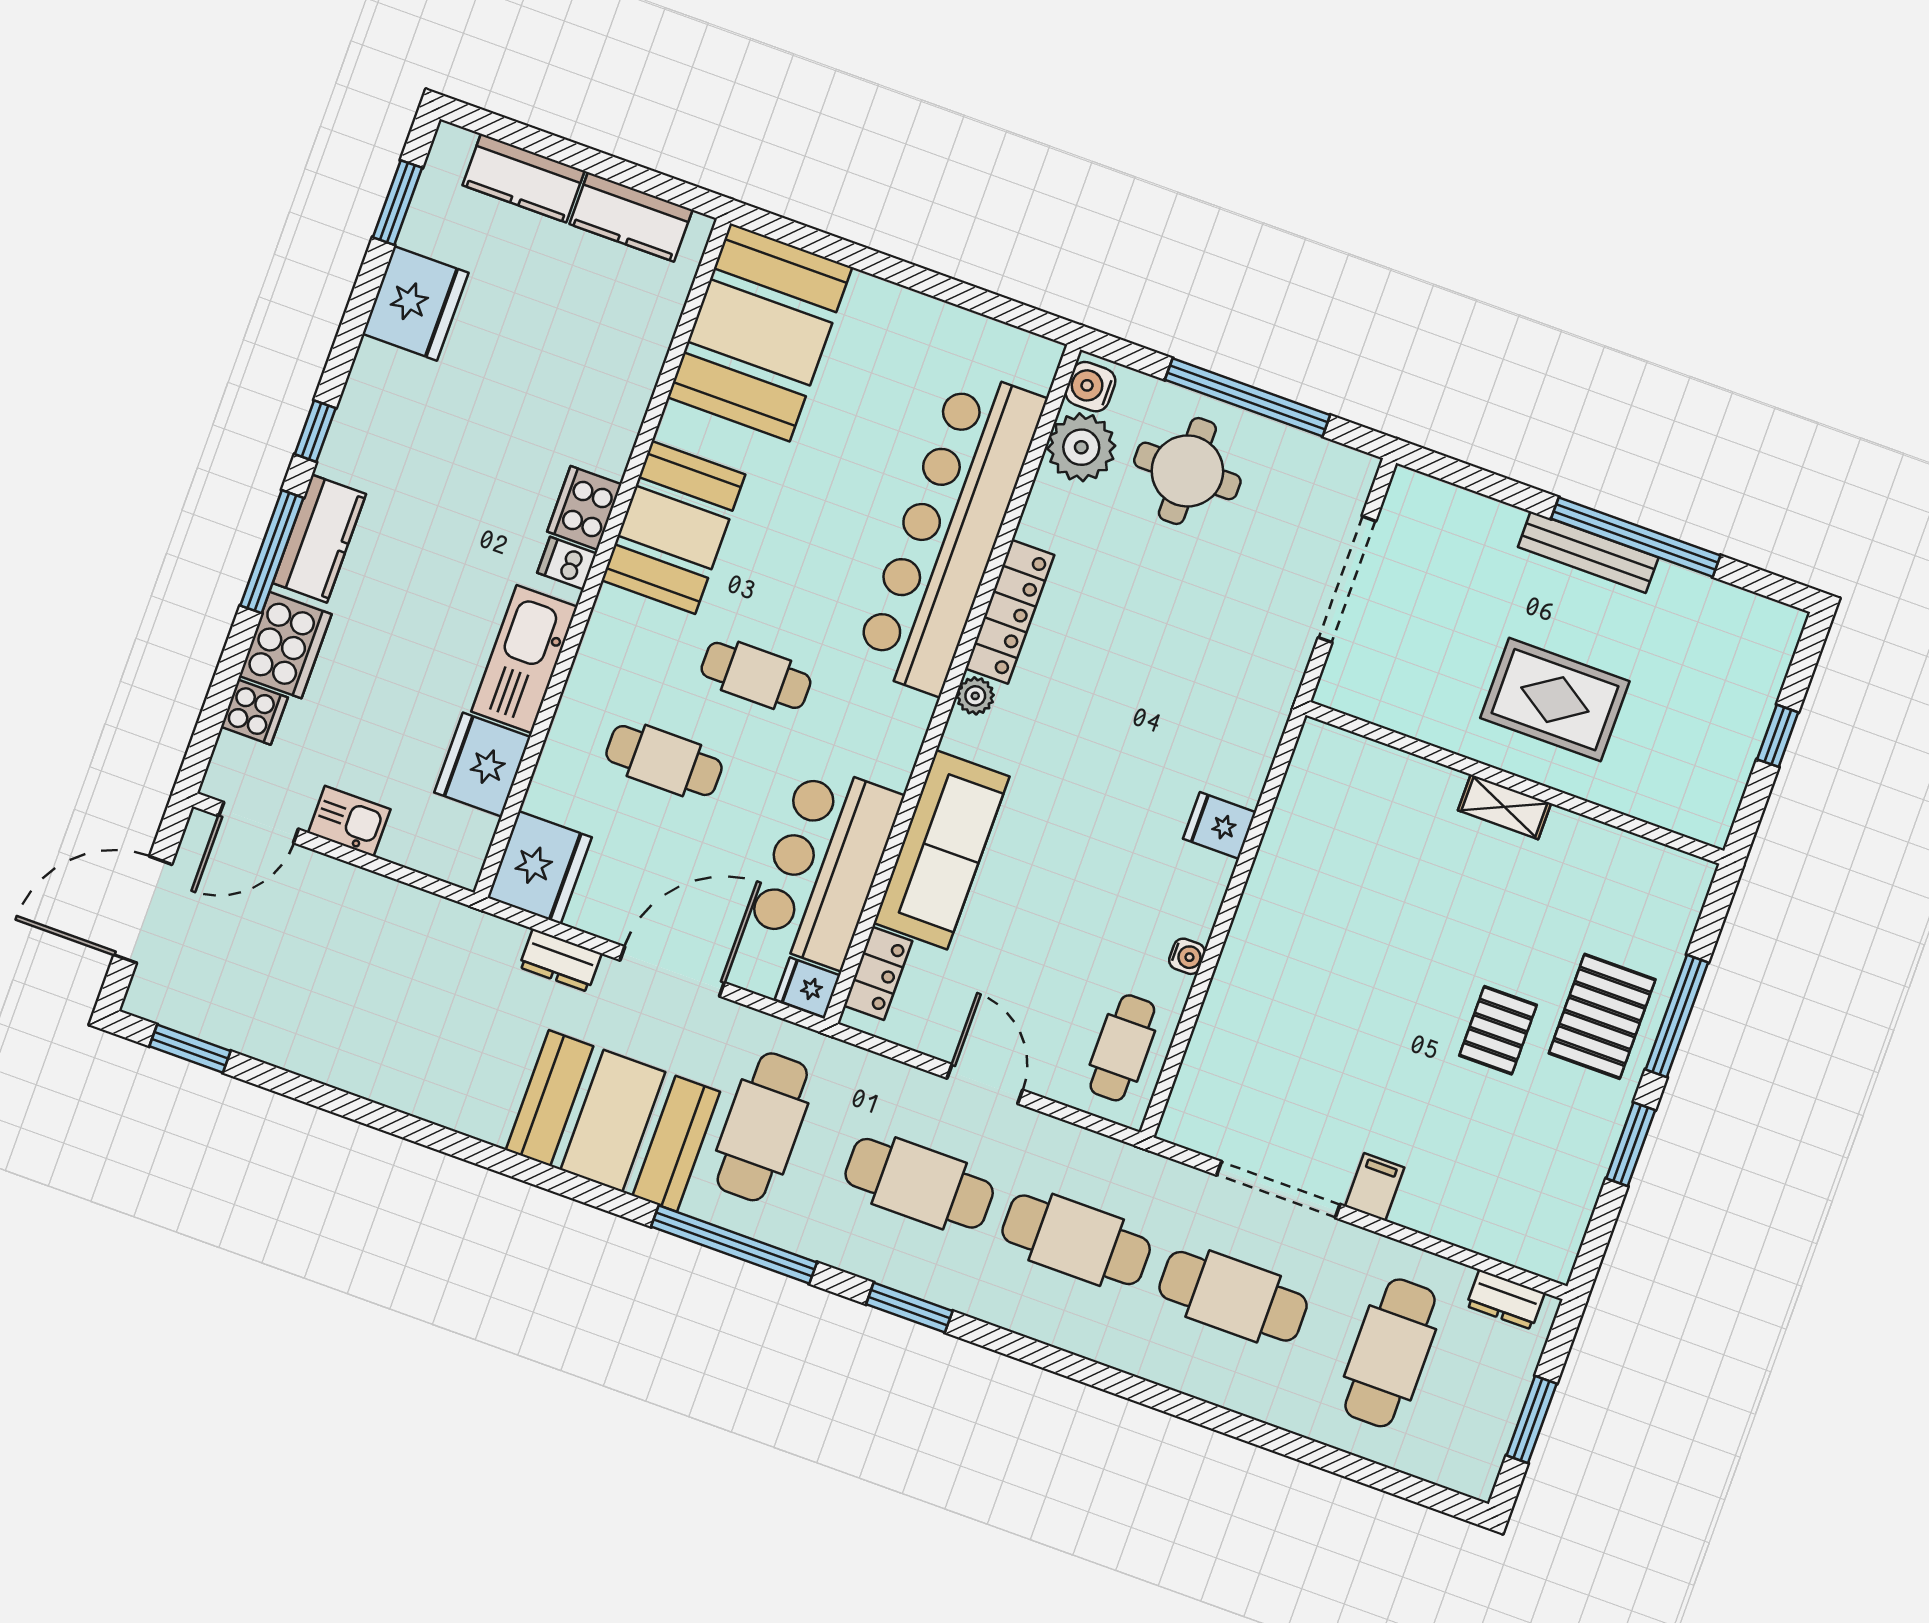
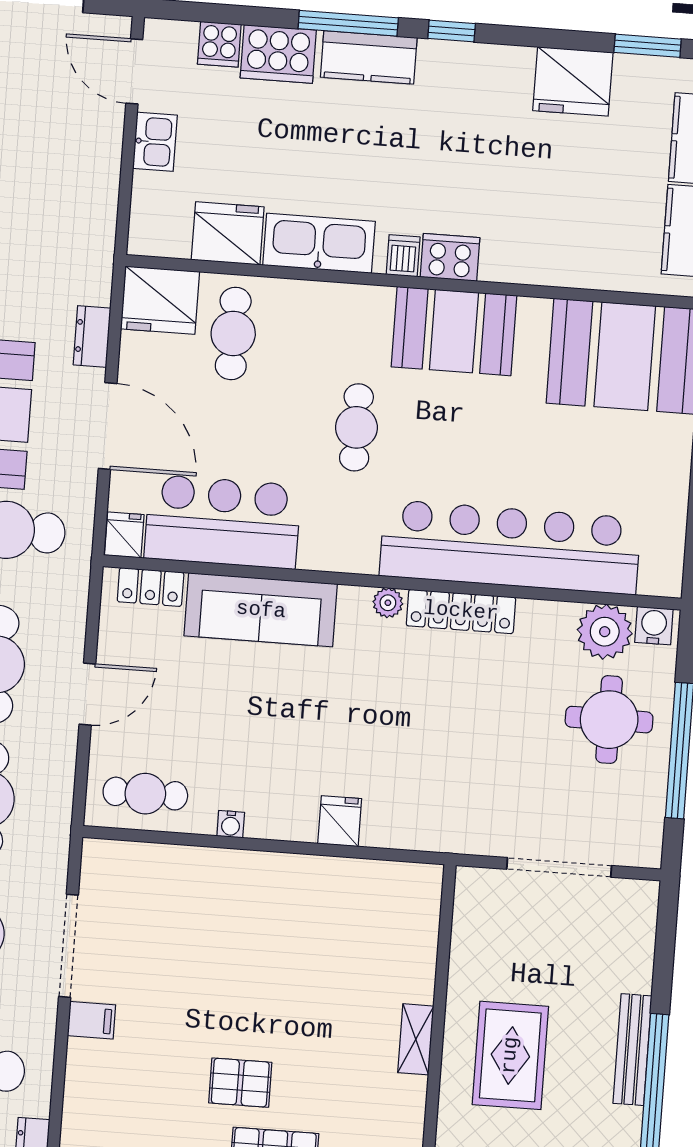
cafe table: (664, 761) -> (233, 333), moved

